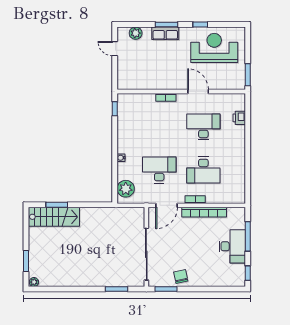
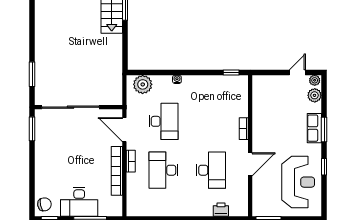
plant: (122, 33) -> (315, 80), added
chair: (181, 276) -> (44, 204), moved

